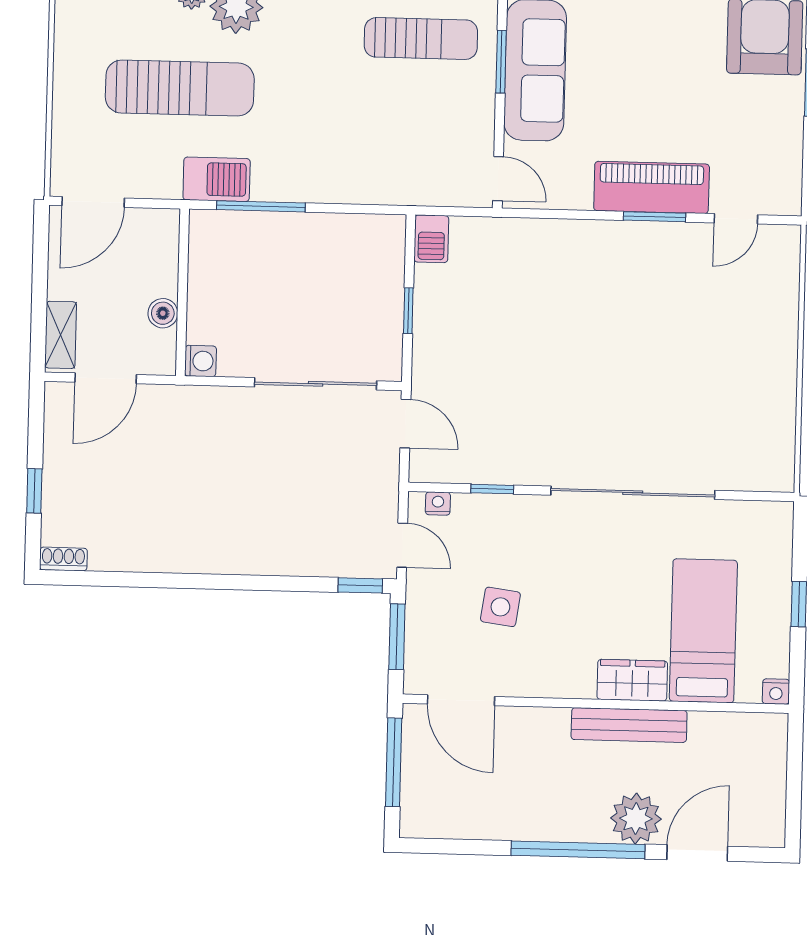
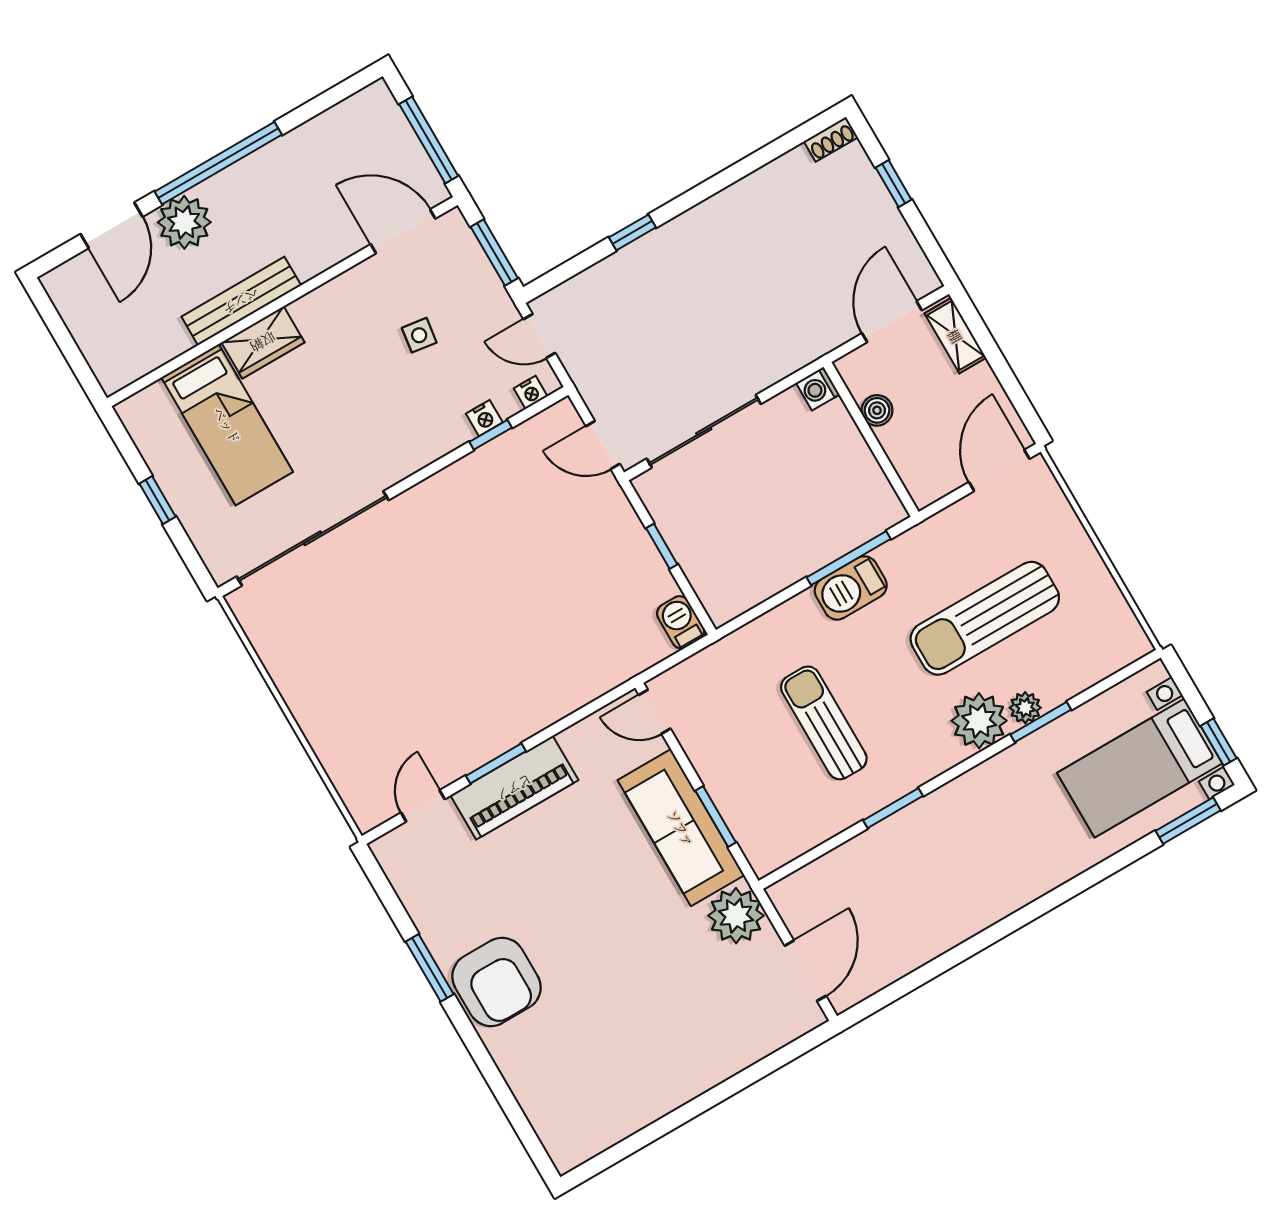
sun lounger: (421, 39) -> (824, 723), moved, turned 90
barbecue: (217, 179) -> (851, 588), moved
sliding door: (633, 493) -> (313, 538), moved
window: (360, 585) -> (632, 232), moved
side table: (500, 607) -> (419, 335), width x0.73, depth x0.73
nightstand: (776, 692) -> (484, 418), moved, turned 180

